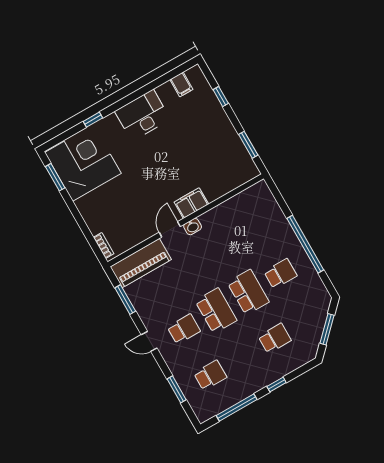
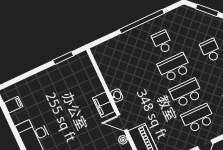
window: (221, 97) -> (25, 76), removed
washbasin: (193, 227) -> (117, 95), moved
plant: (147, 233) -> (123, 140), added
school desk: (184, 329) -> (198, 118), width x1.85

